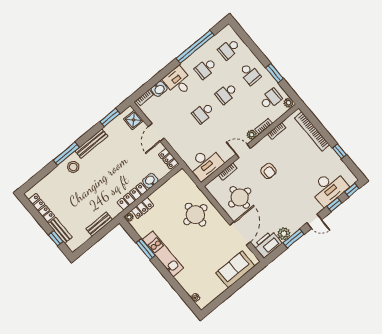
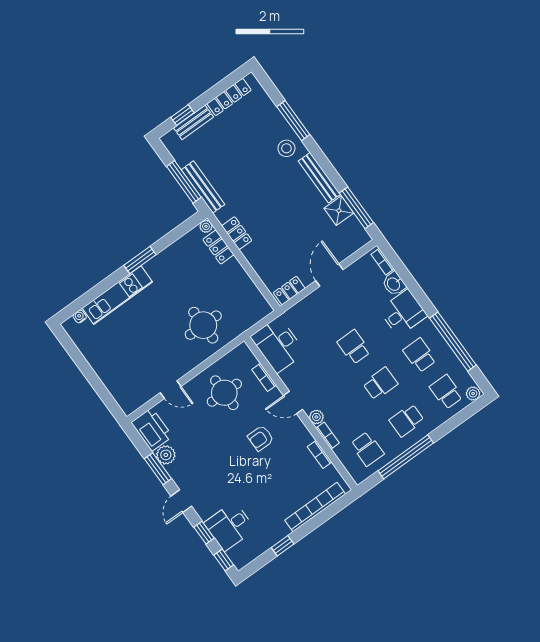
window: (274, 73) -> (406, 457), width x2.11
school desk: (227, 93) -> (380, 384), turned 90
plant: (288, 103) -> (473, 394), moved
window: (110, 118) -> (356, 208), width x1.44
shower: (133, 120) -> (339, 211), moved
door: (156, 132) -> (329, 275), hinge flipped
door: (243, 151) -> (293, 403), swing flipped
window: (66, 154) -> (293, 121), moved
washbasin: (150, 181) -> (258, 262), removed
desk: (329, 188) -> (230, 526), width x0.73
locker: (132, 196) -> (237, 233), width x0.66
bench: (99, 224) -> (203, 187), width x1.36
window: (100, 234) -> (184, 182), added
door: (240, 234) -> (171, 390), width x0.53
window: (146, 249) -> (140, 260), moved
kitchen unit: (163, 254) -> (117, 295), moved
sofa: (235, 269) -> (118, 379), removed

